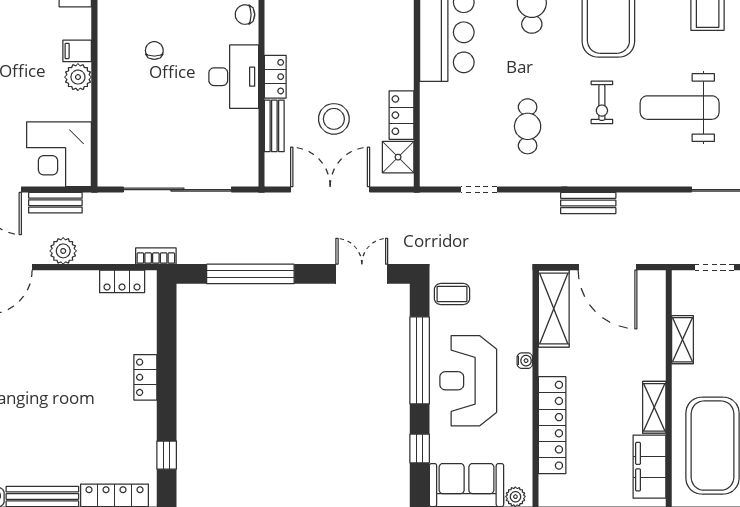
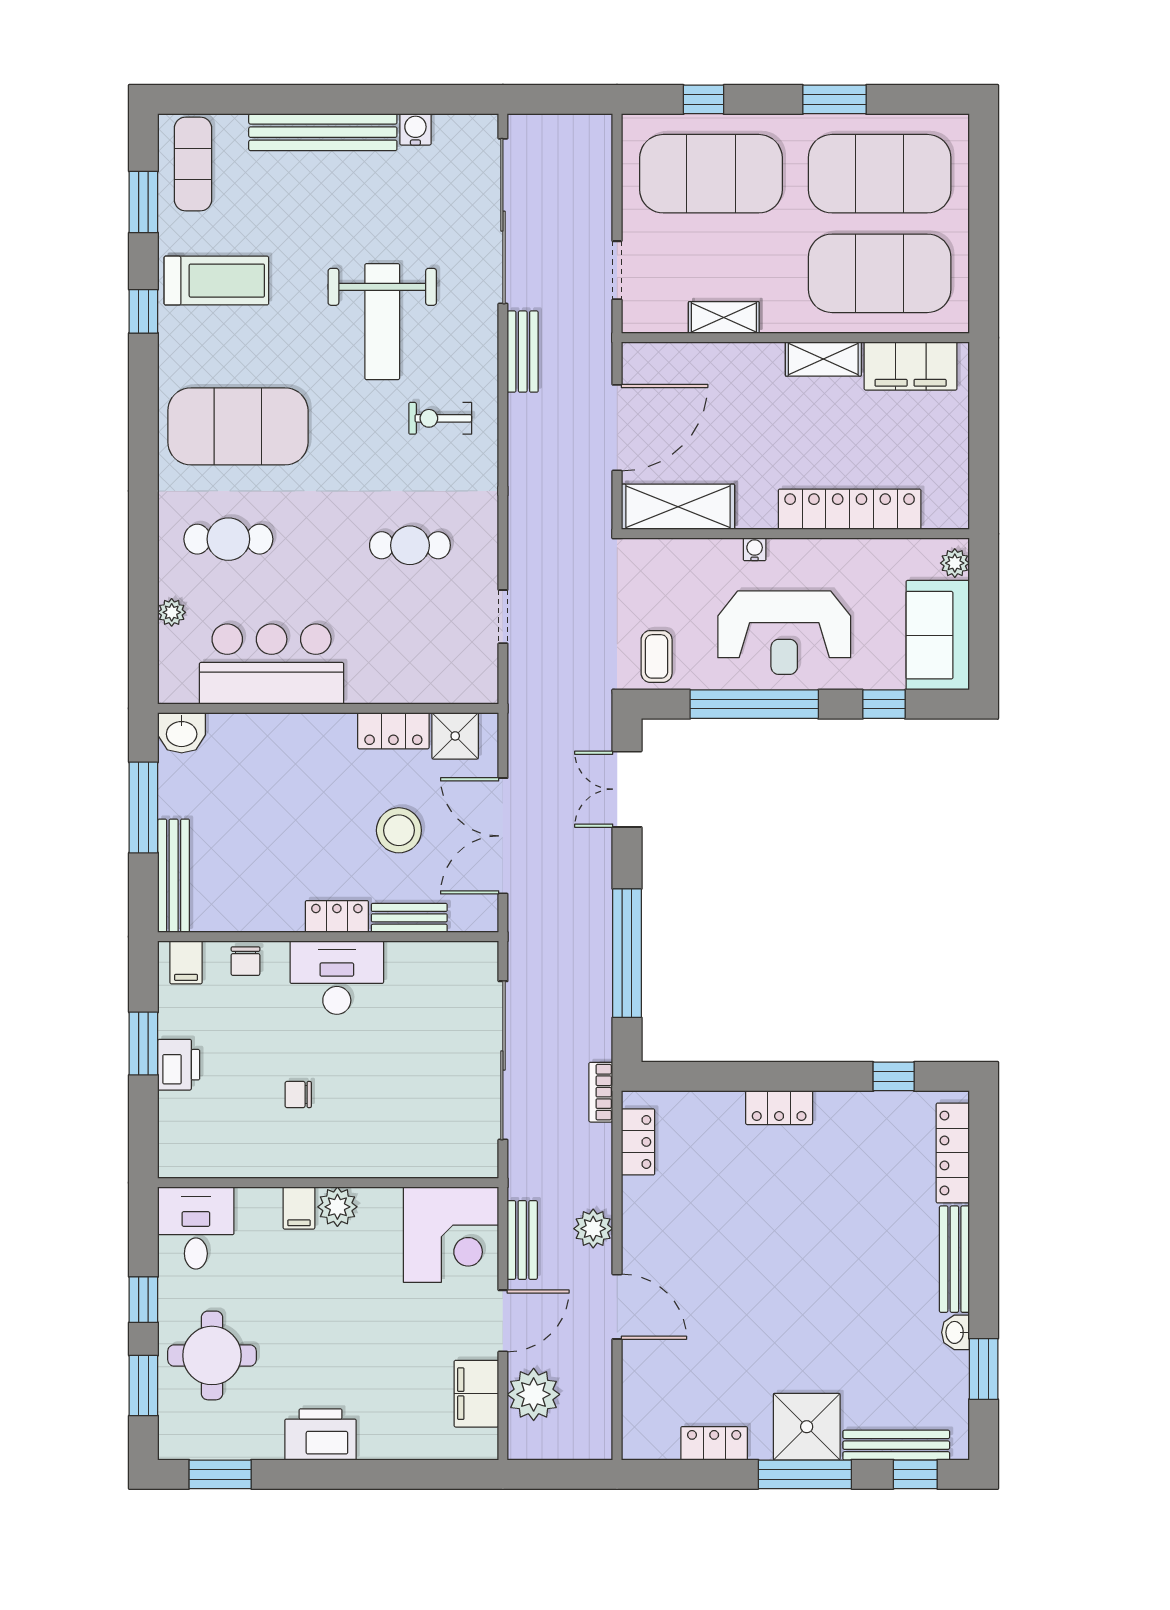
exercise bike: (602, 102) -> (440, 418), moved, turned 180
bench: (588, 203) -> (523, 352), moved

